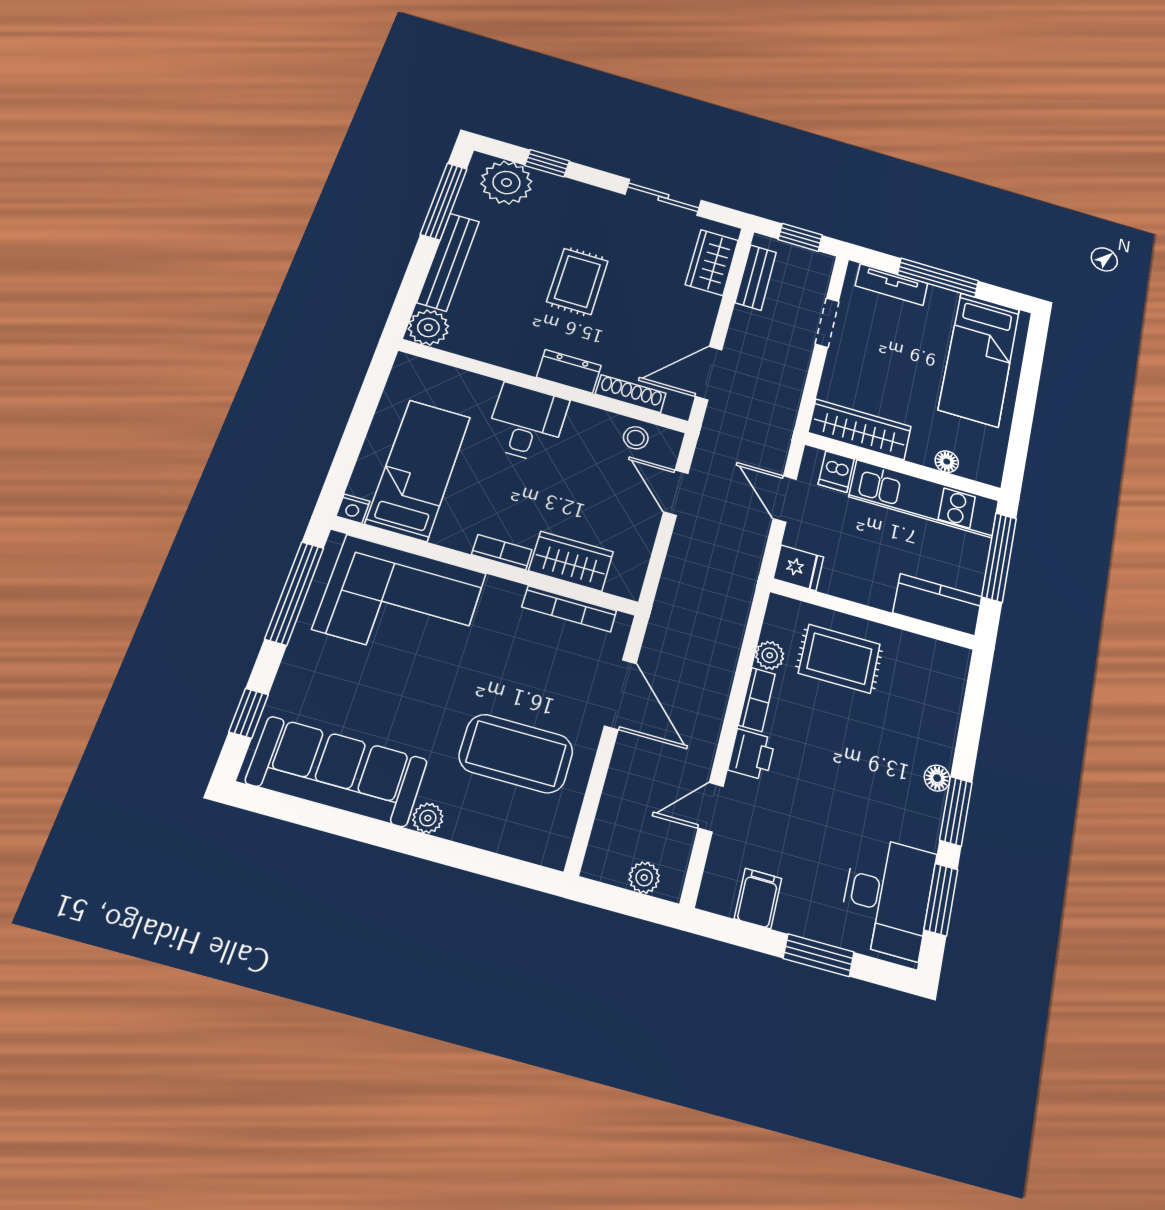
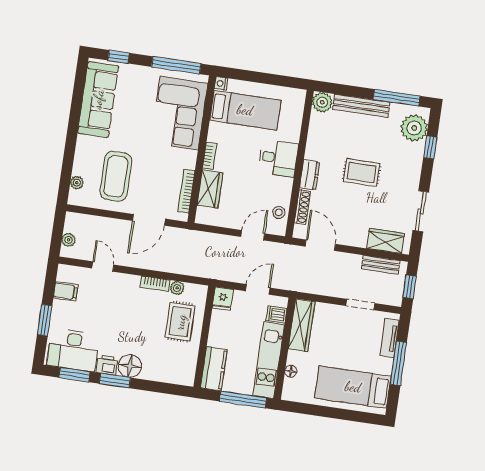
printer: (752, 754) -> (107, 365), moved, turned 180
floor lamp: (937, 778) -> (130, 366), width x1.89, depth x1.89
plant: (428, 818) -> (77, 183), moved

